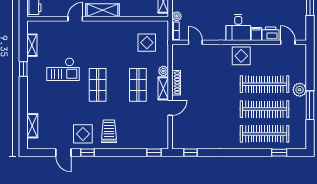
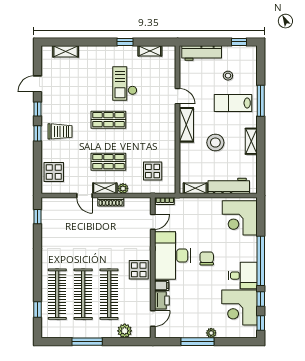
plant: (177, 16) -> (180, 202), removed
desk: (238, 27) -> (173, 256), width x1.87, depth x1.30
plant: (300, 90) -> (125, 331), moved
display table: (83, 134) -> (54, 172), moved
window: (154, 153) -> (38, 133), moved

